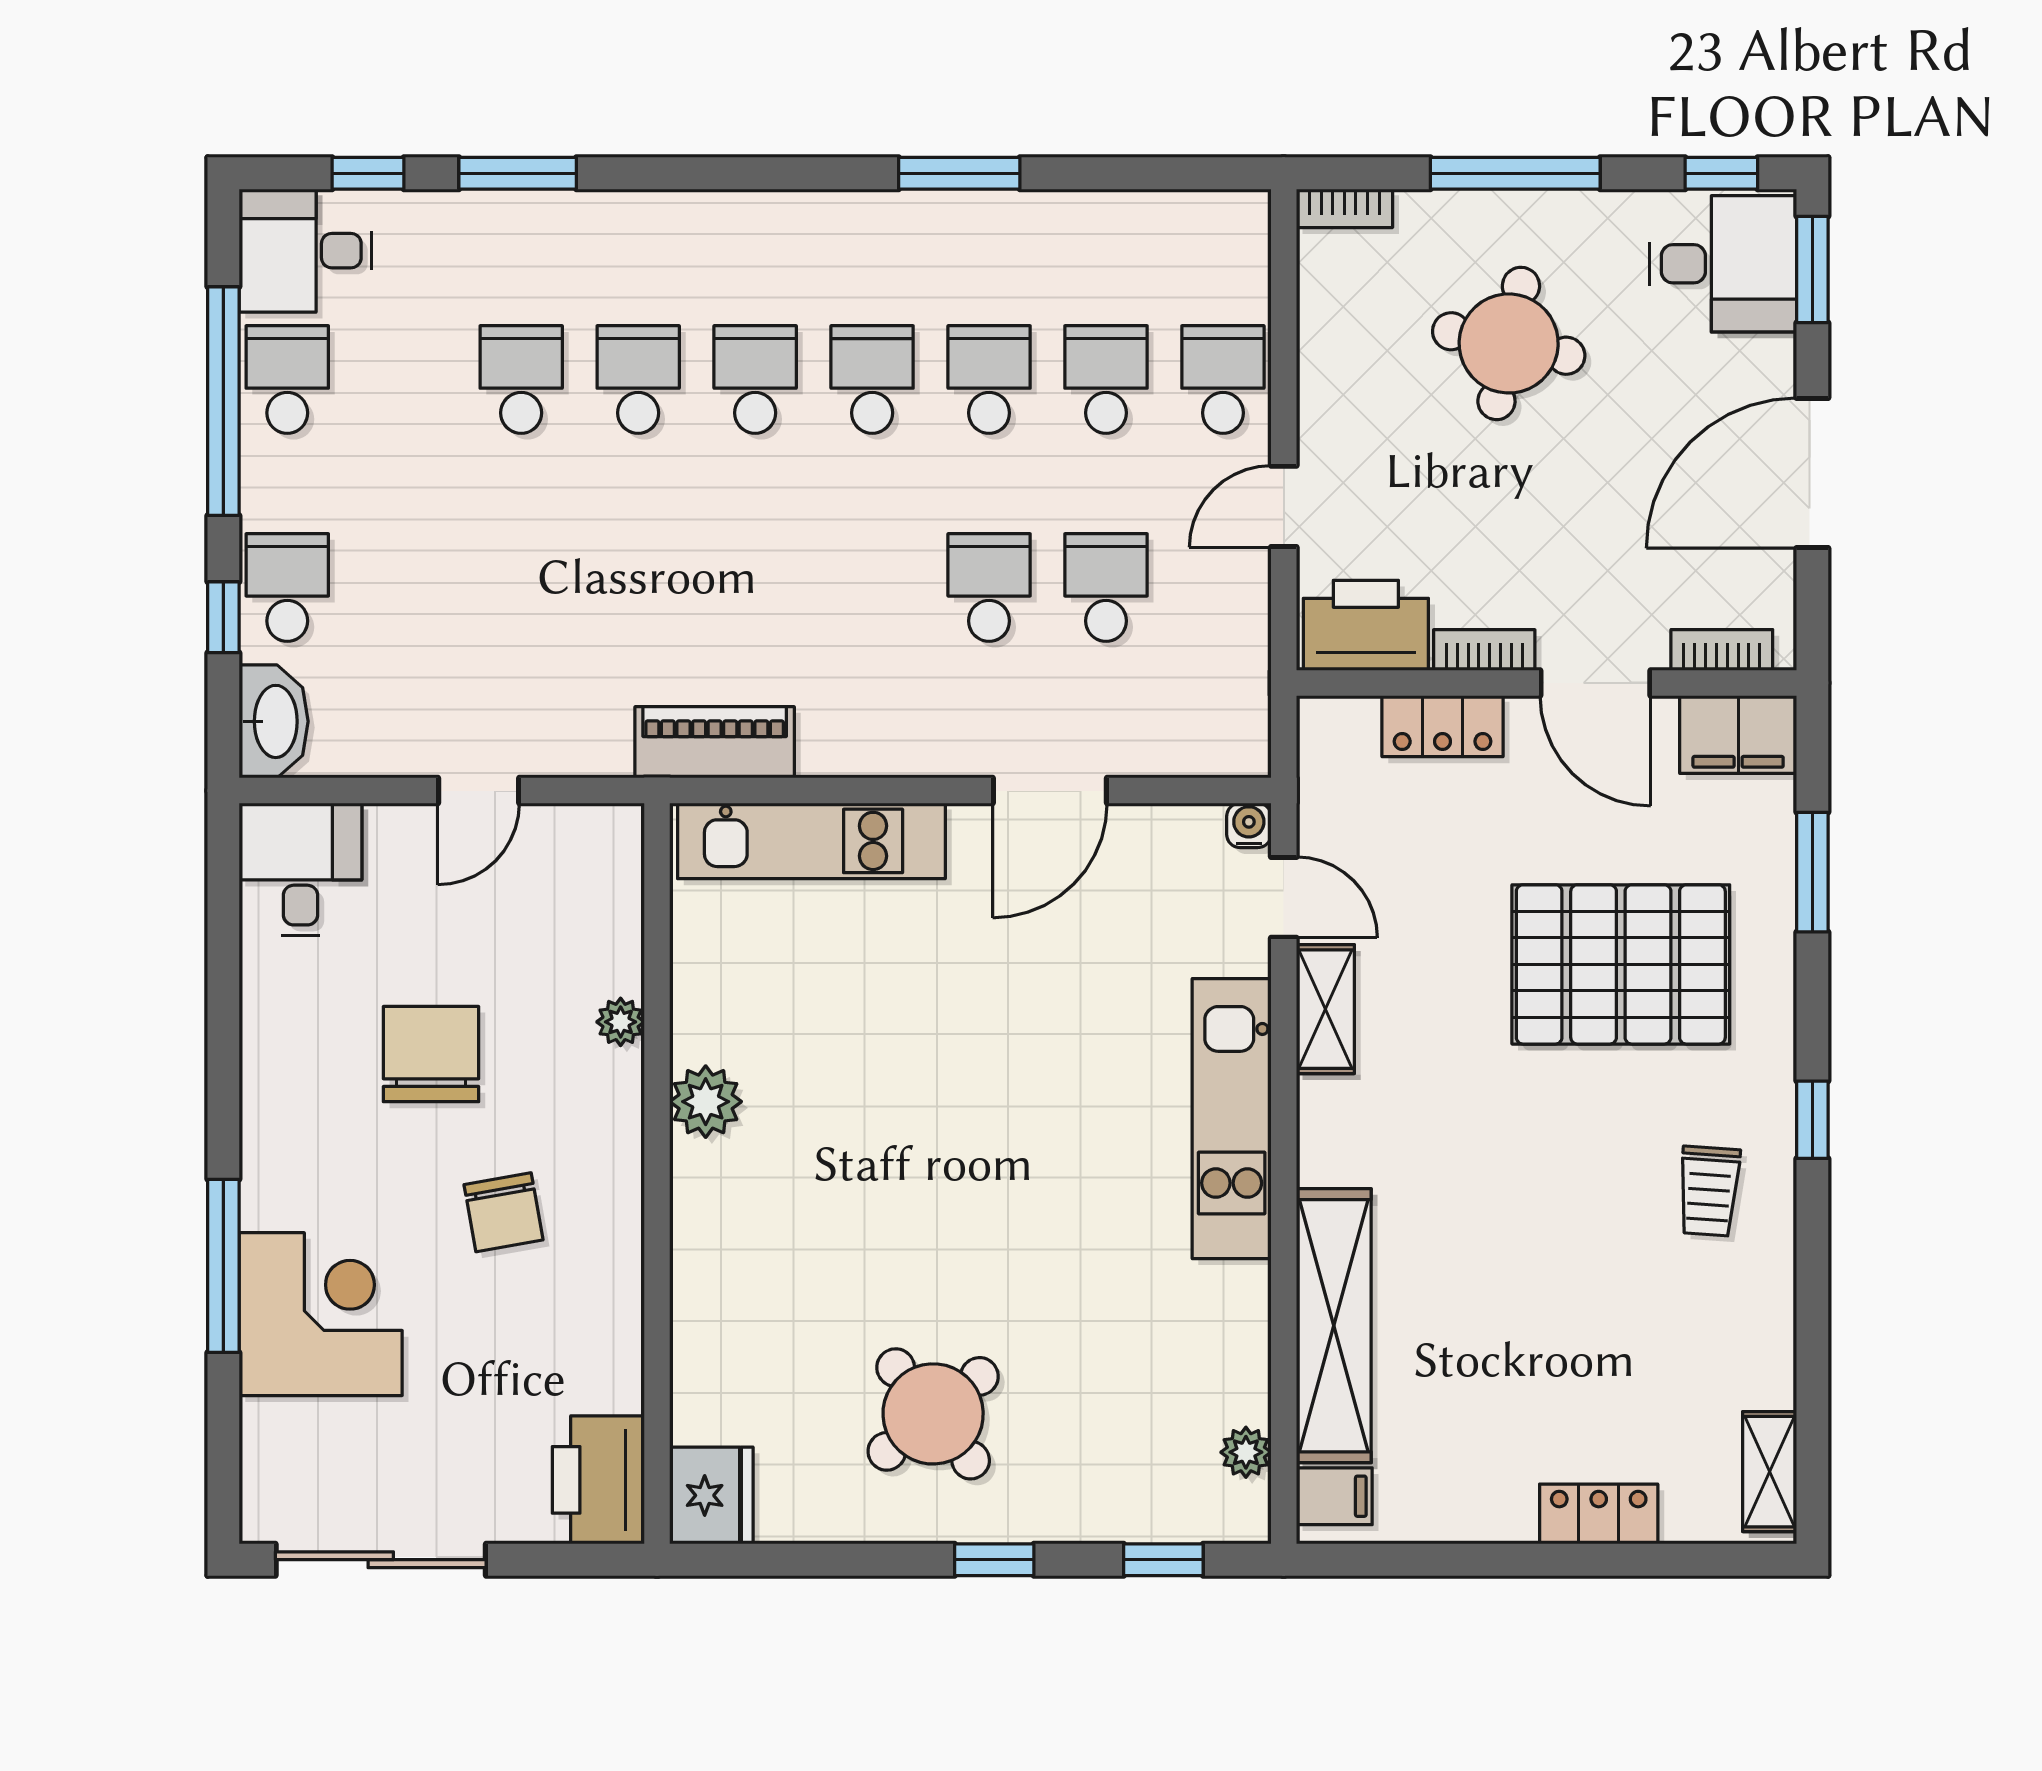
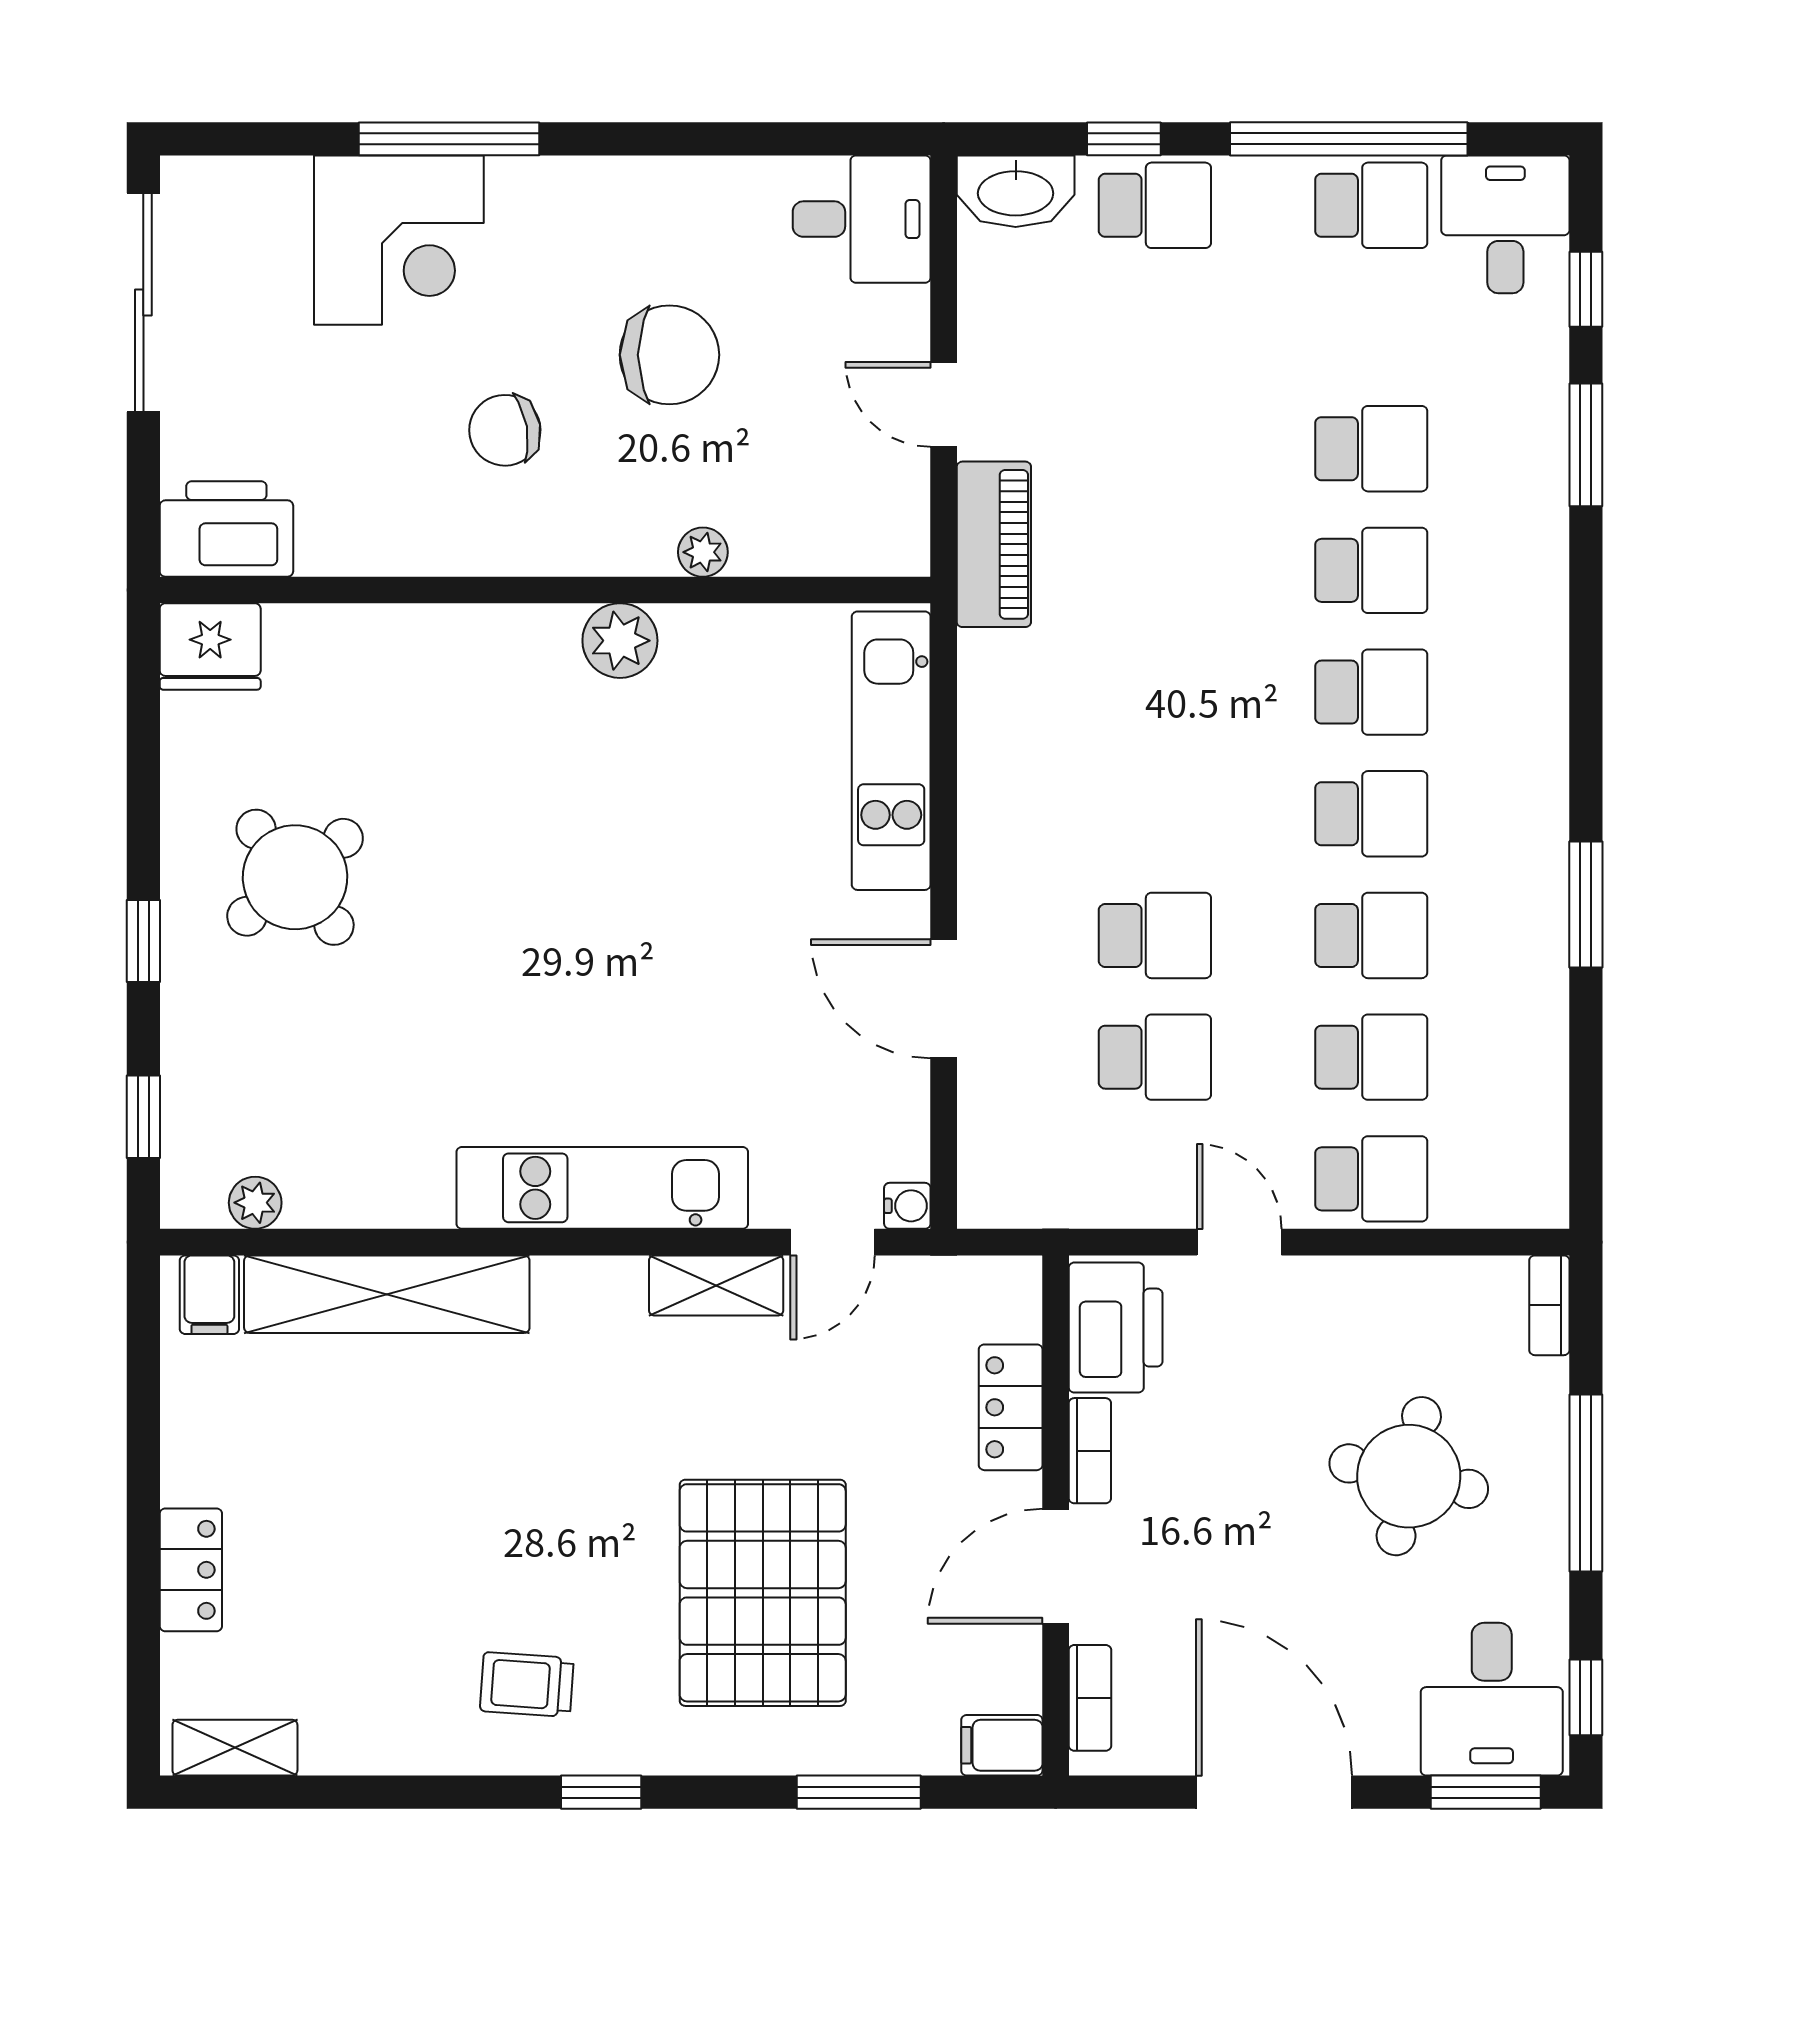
filing cabinet: (1738, 735) -> (1002, 1745), width x0.50
piano: (715, 742) -> (994, 544), moved

